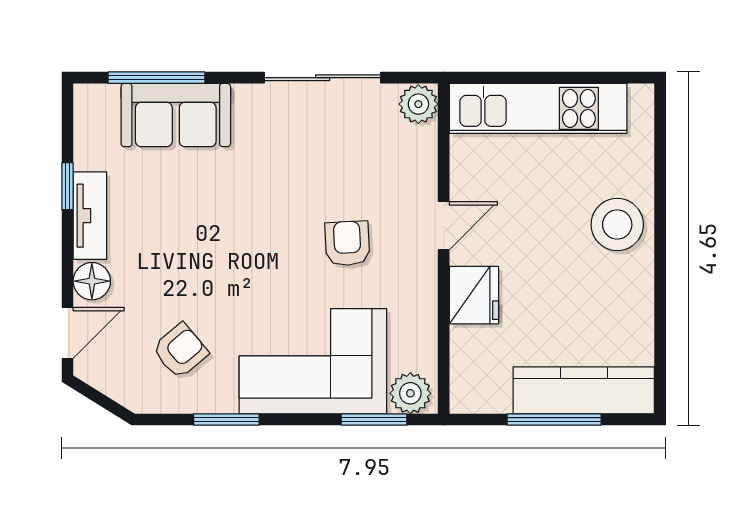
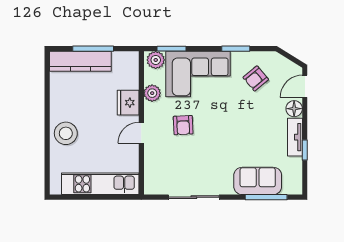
plant: (418, 104) -> (152, 93), moved

